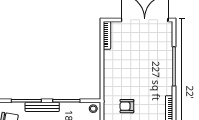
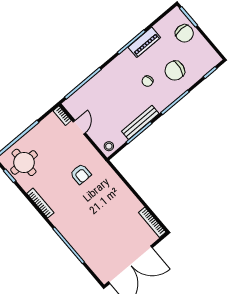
armchair: (127, 106) -> (81, 174), turned 90
bench: (42, 107) -> (140, 122), moved

